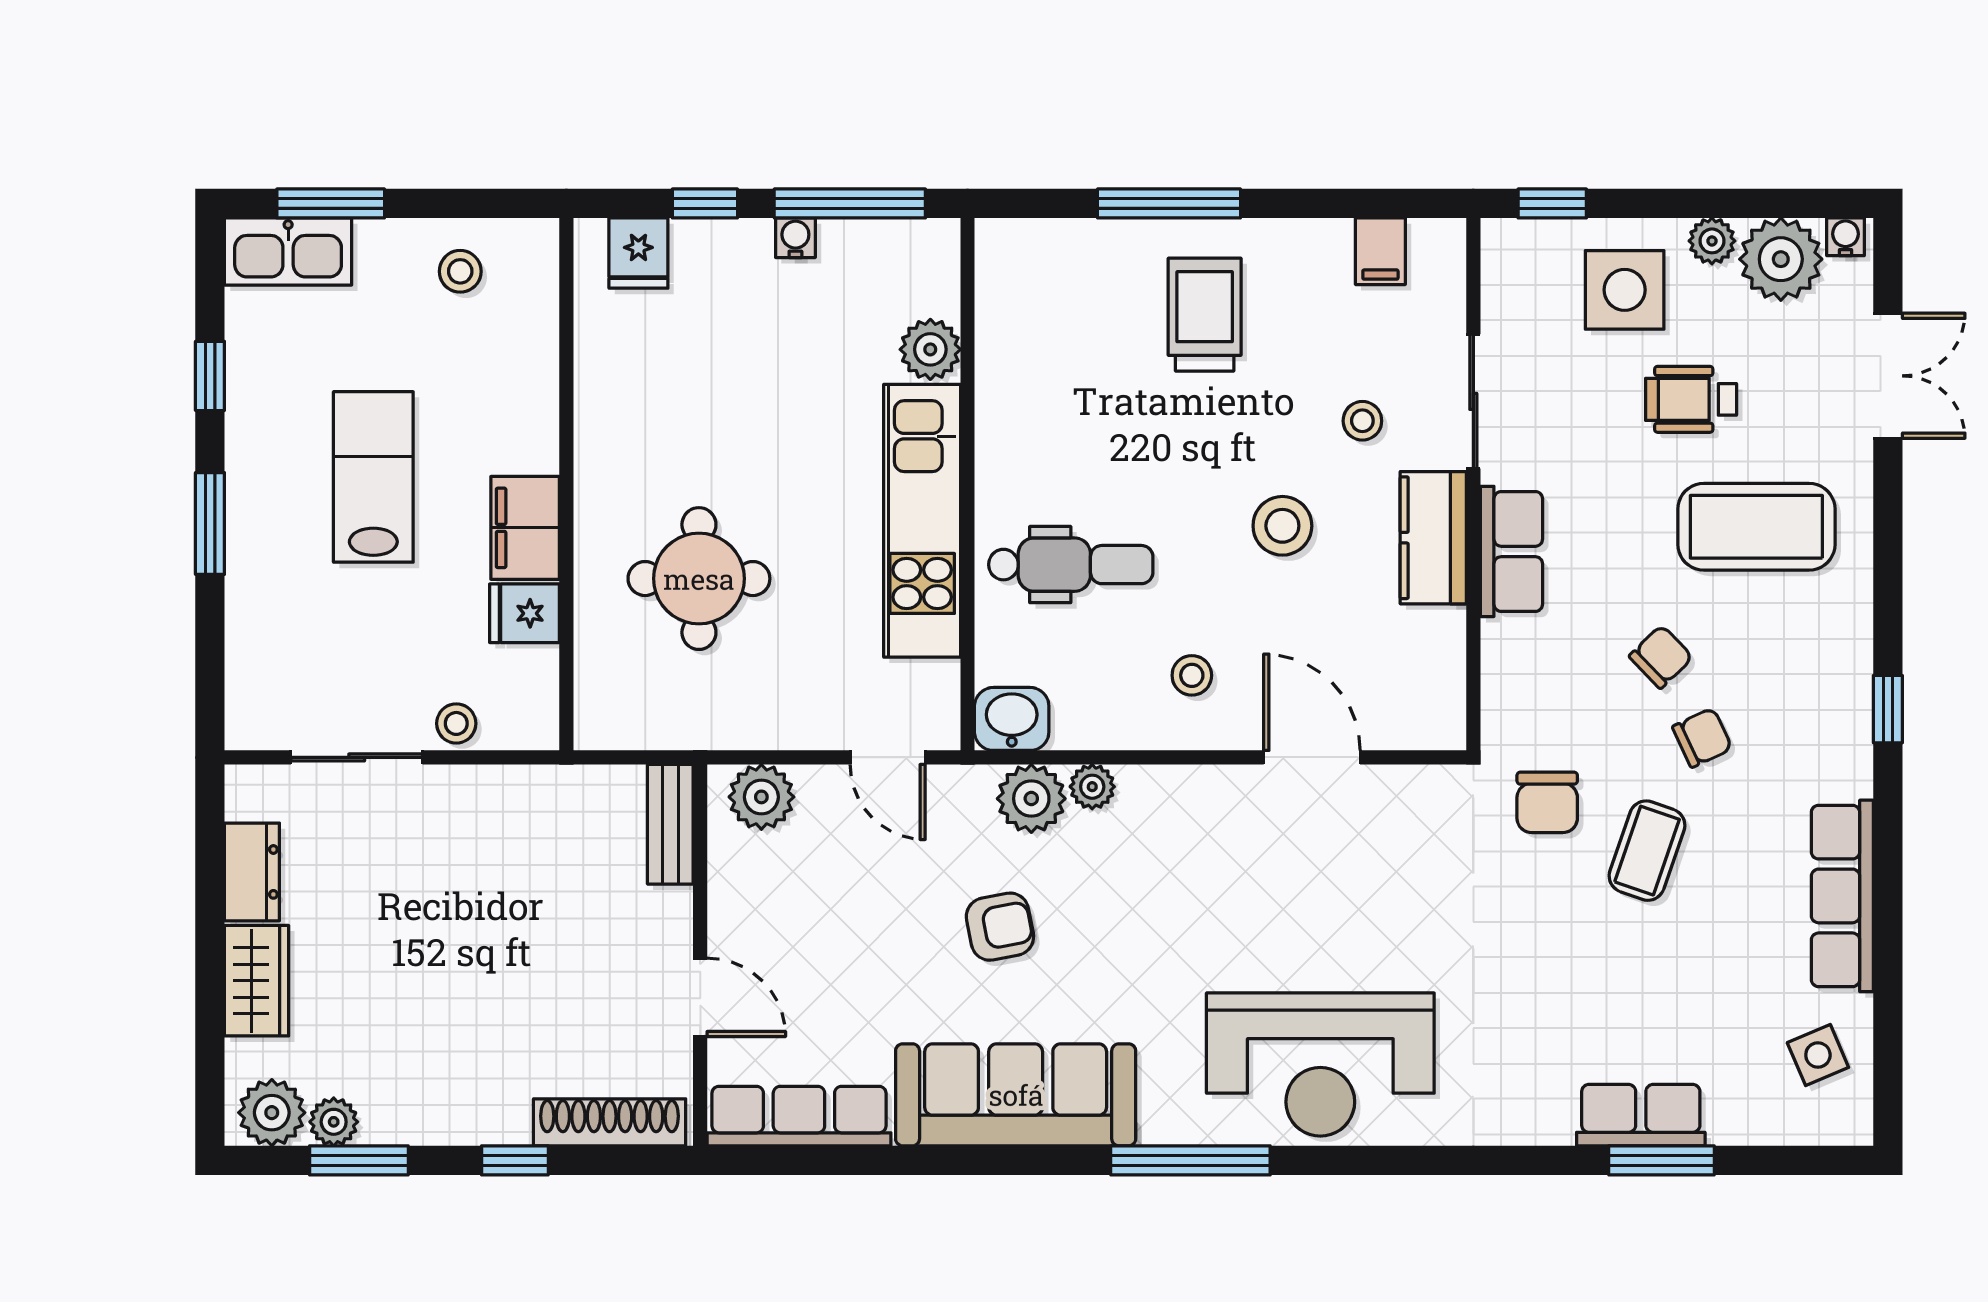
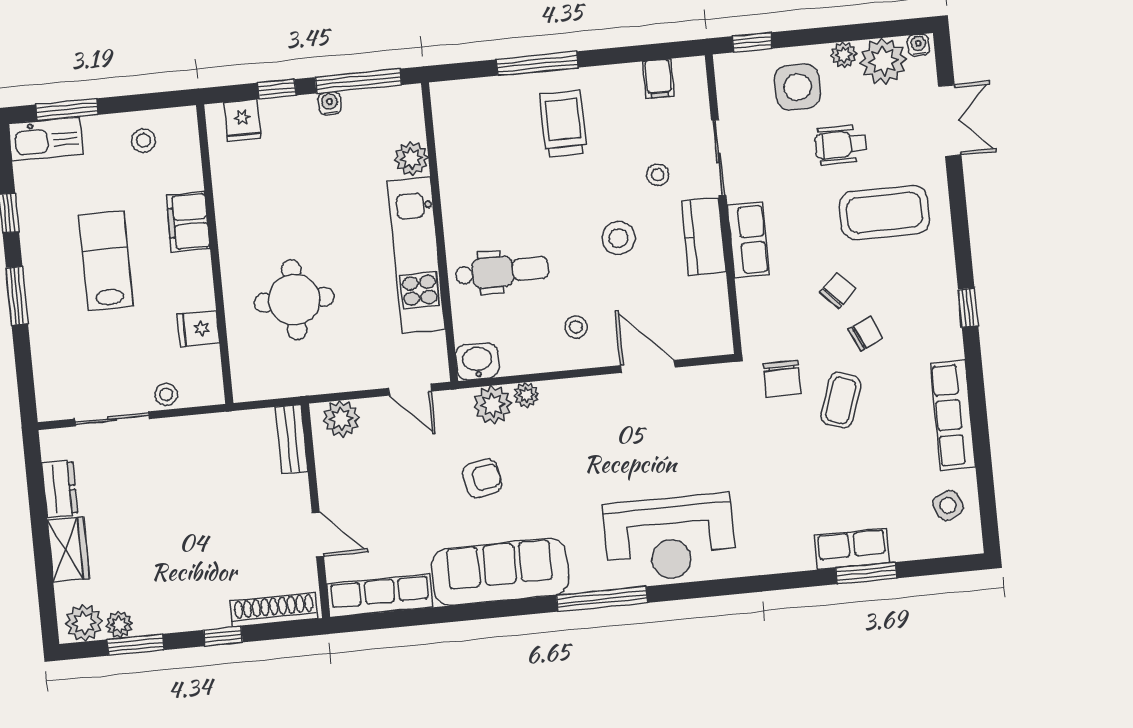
filing cabinet: (525, 528) -> (188, 222), moved

